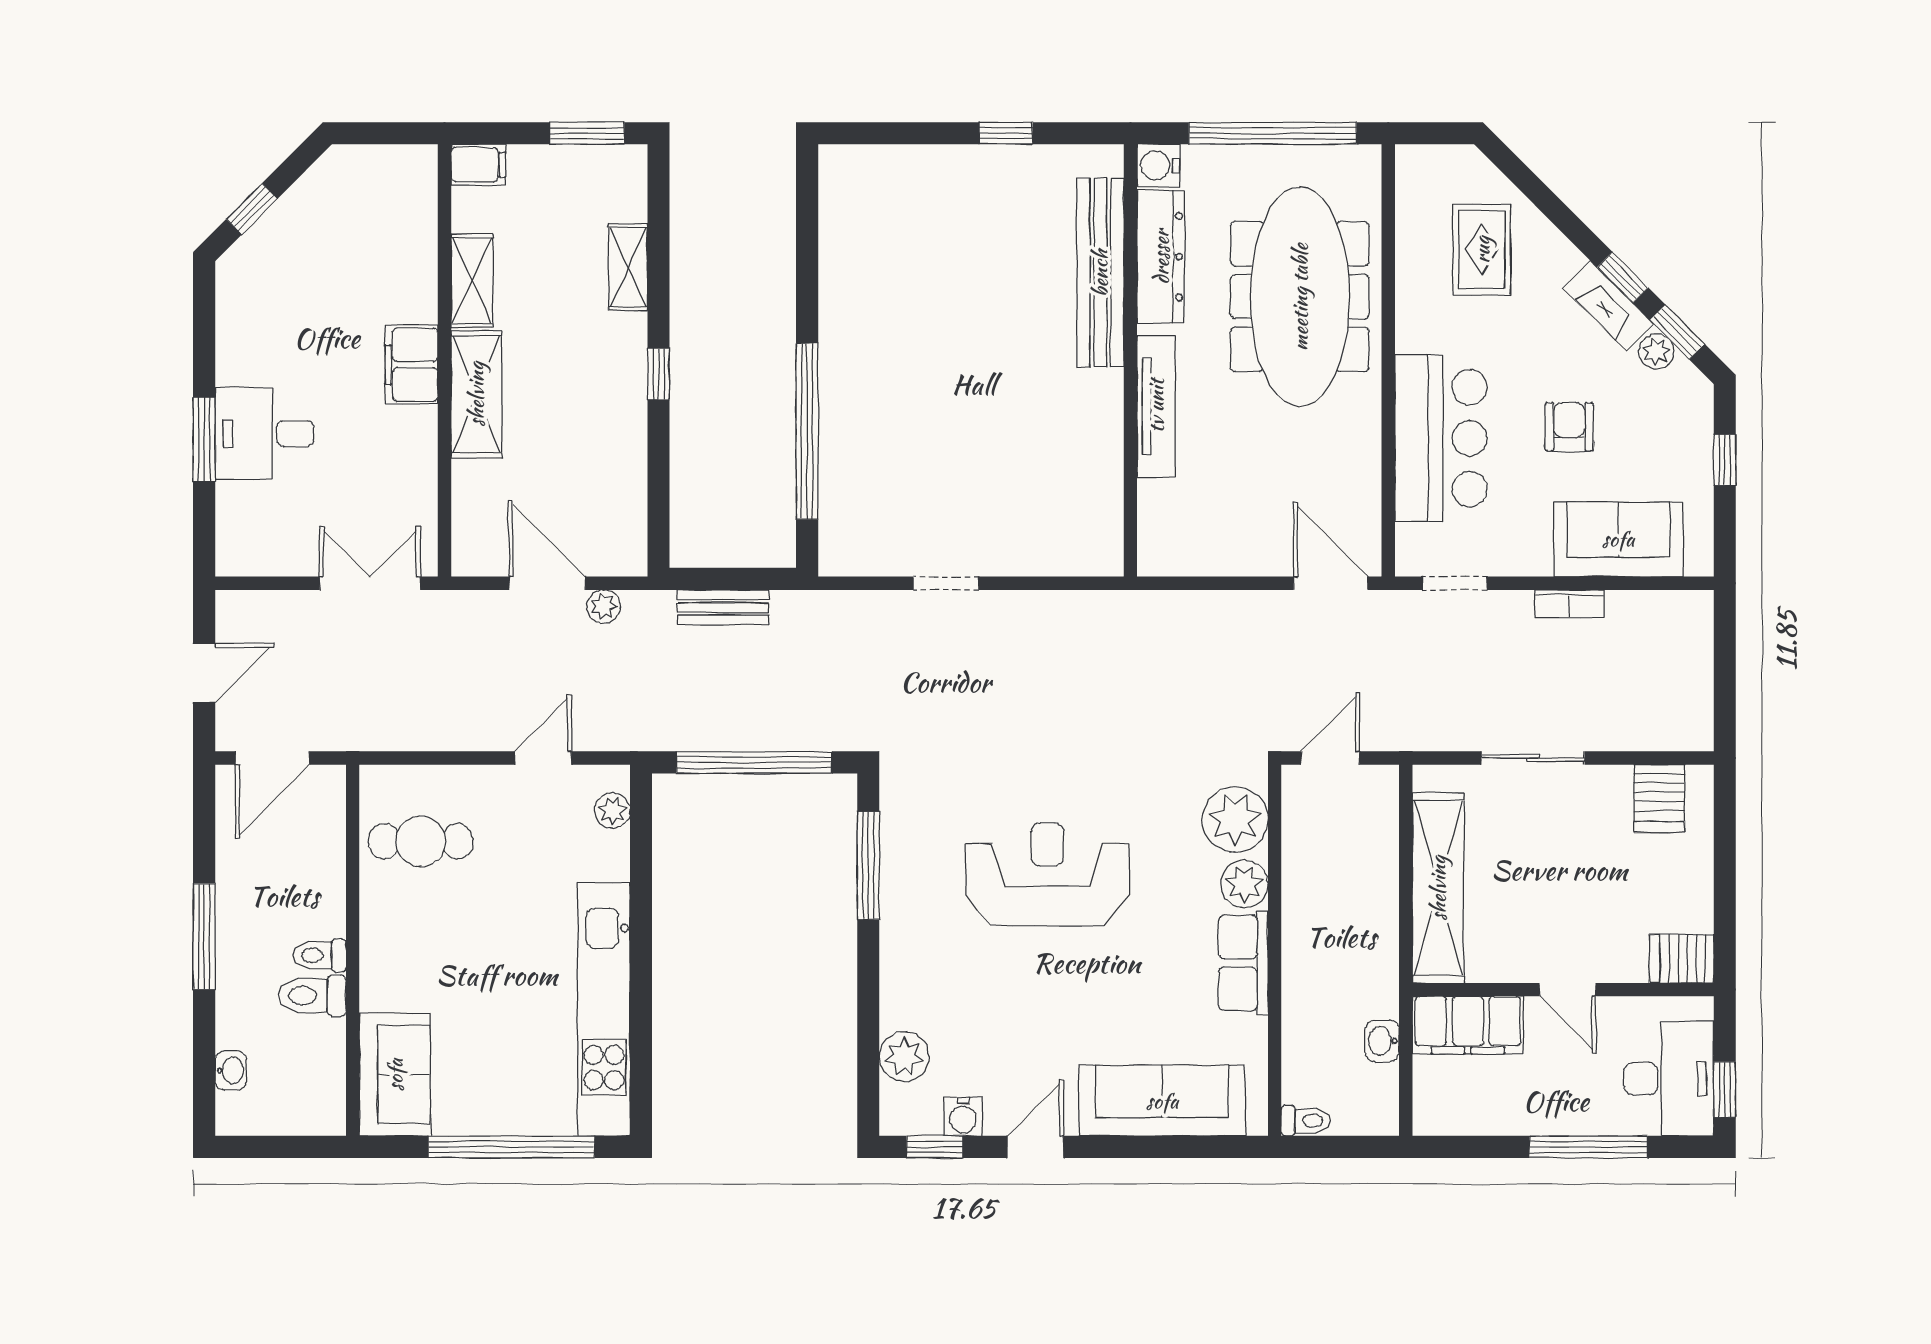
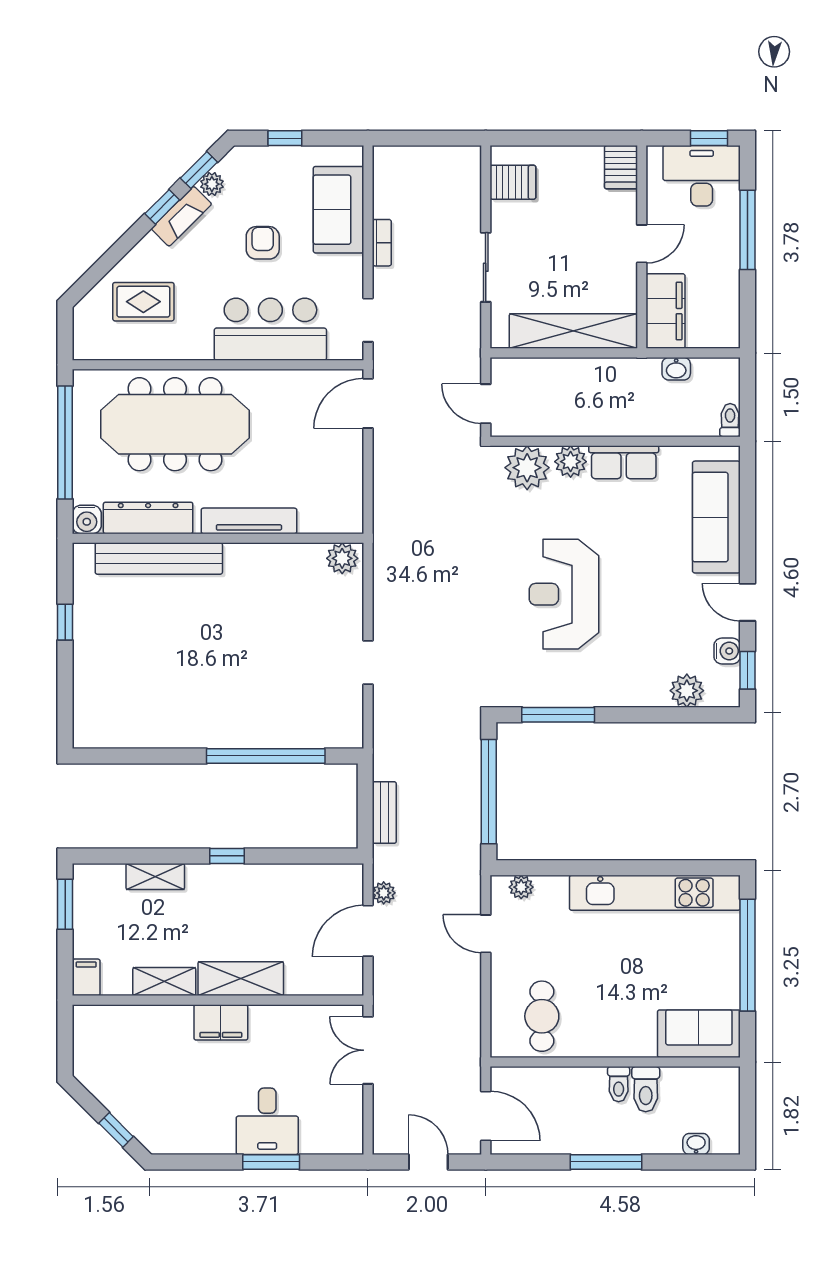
armchair: (1569, 427) -> (263, 243), turned 90
plant: (1101, 545) -> (342, 558), added

